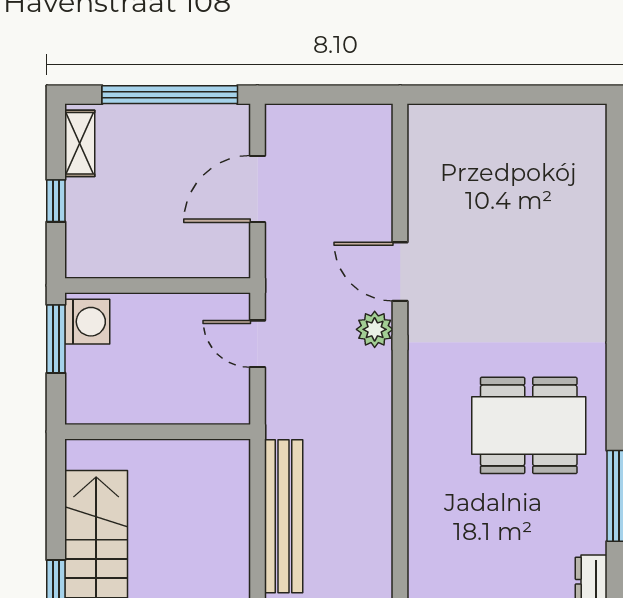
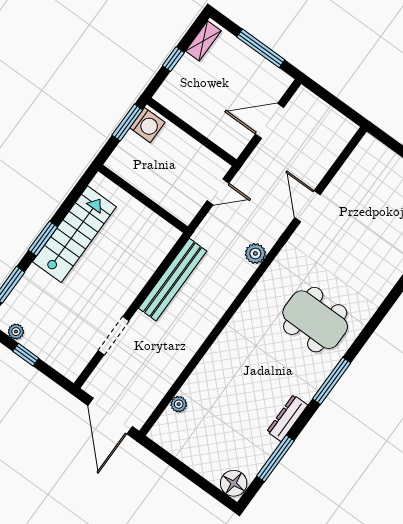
window: (170, 95) -> (261, 48), width x0.68
plant: (375, 329) -> (255, 253), moved
door: (257, 344) -> (218, 192), swing flipped

